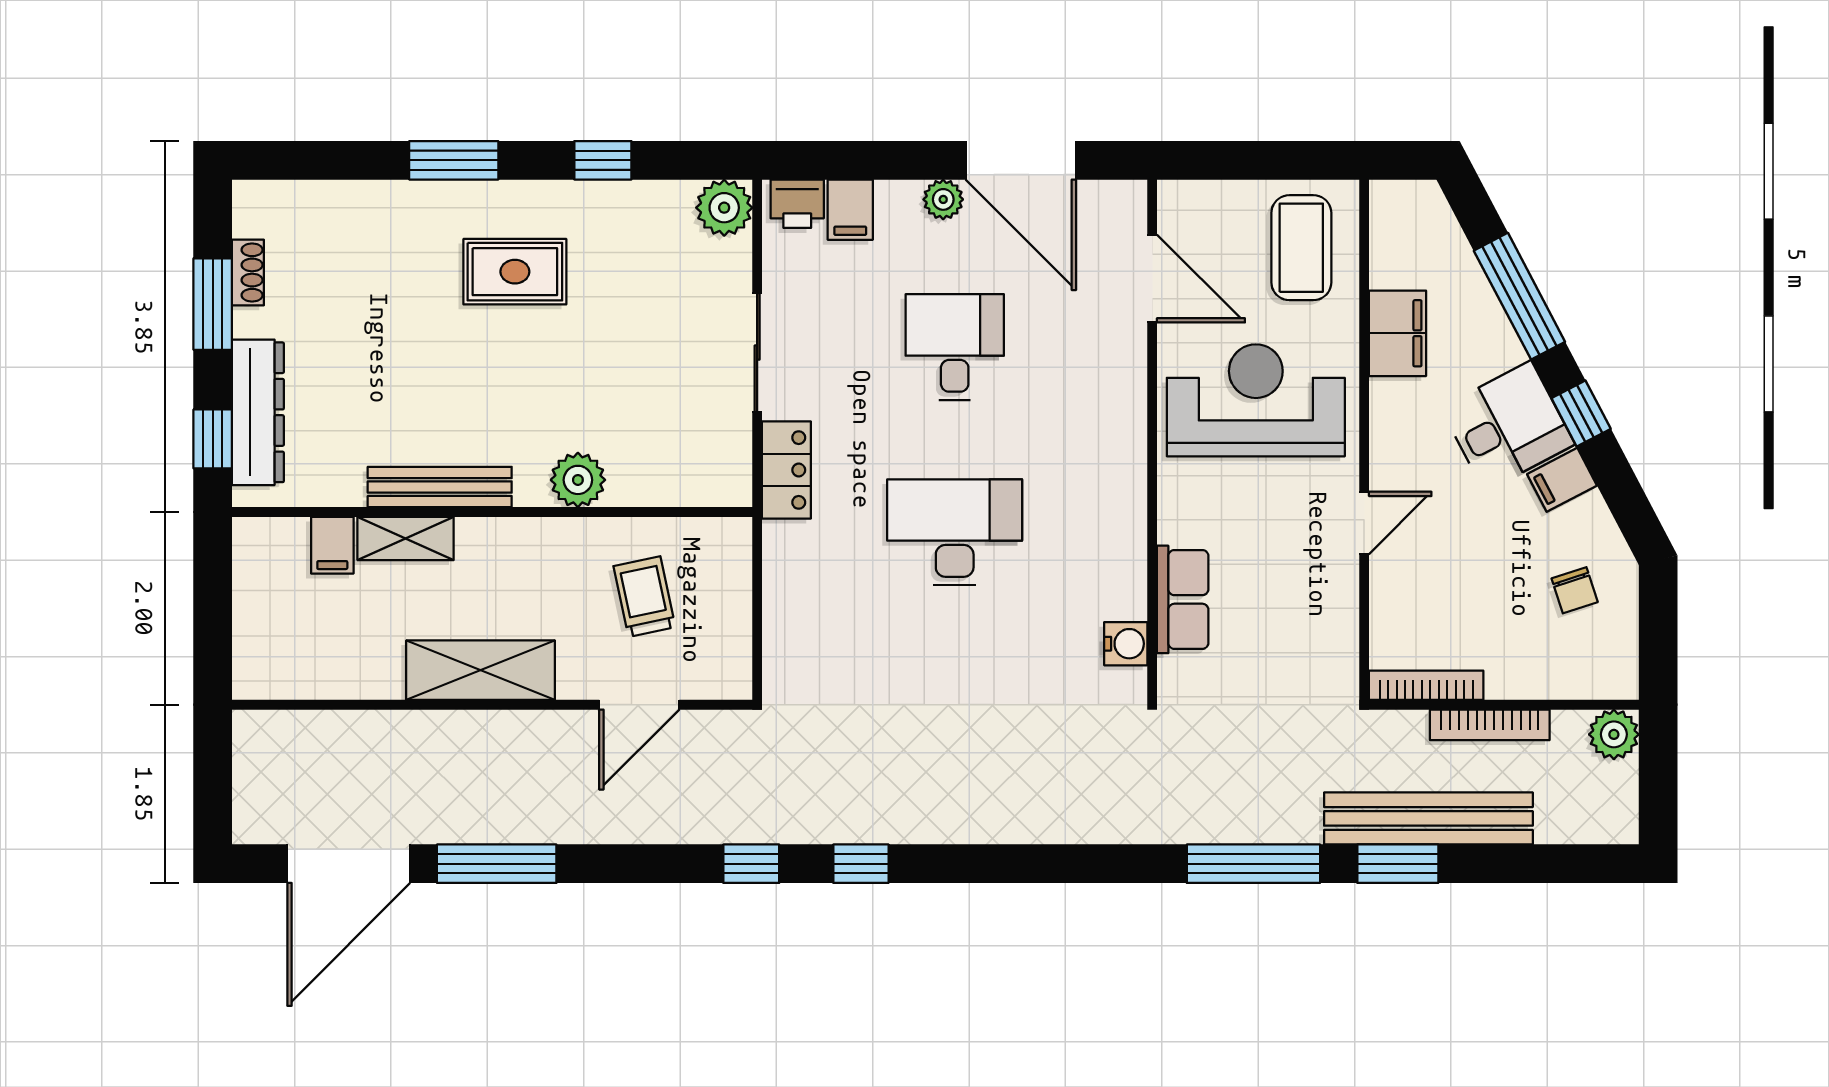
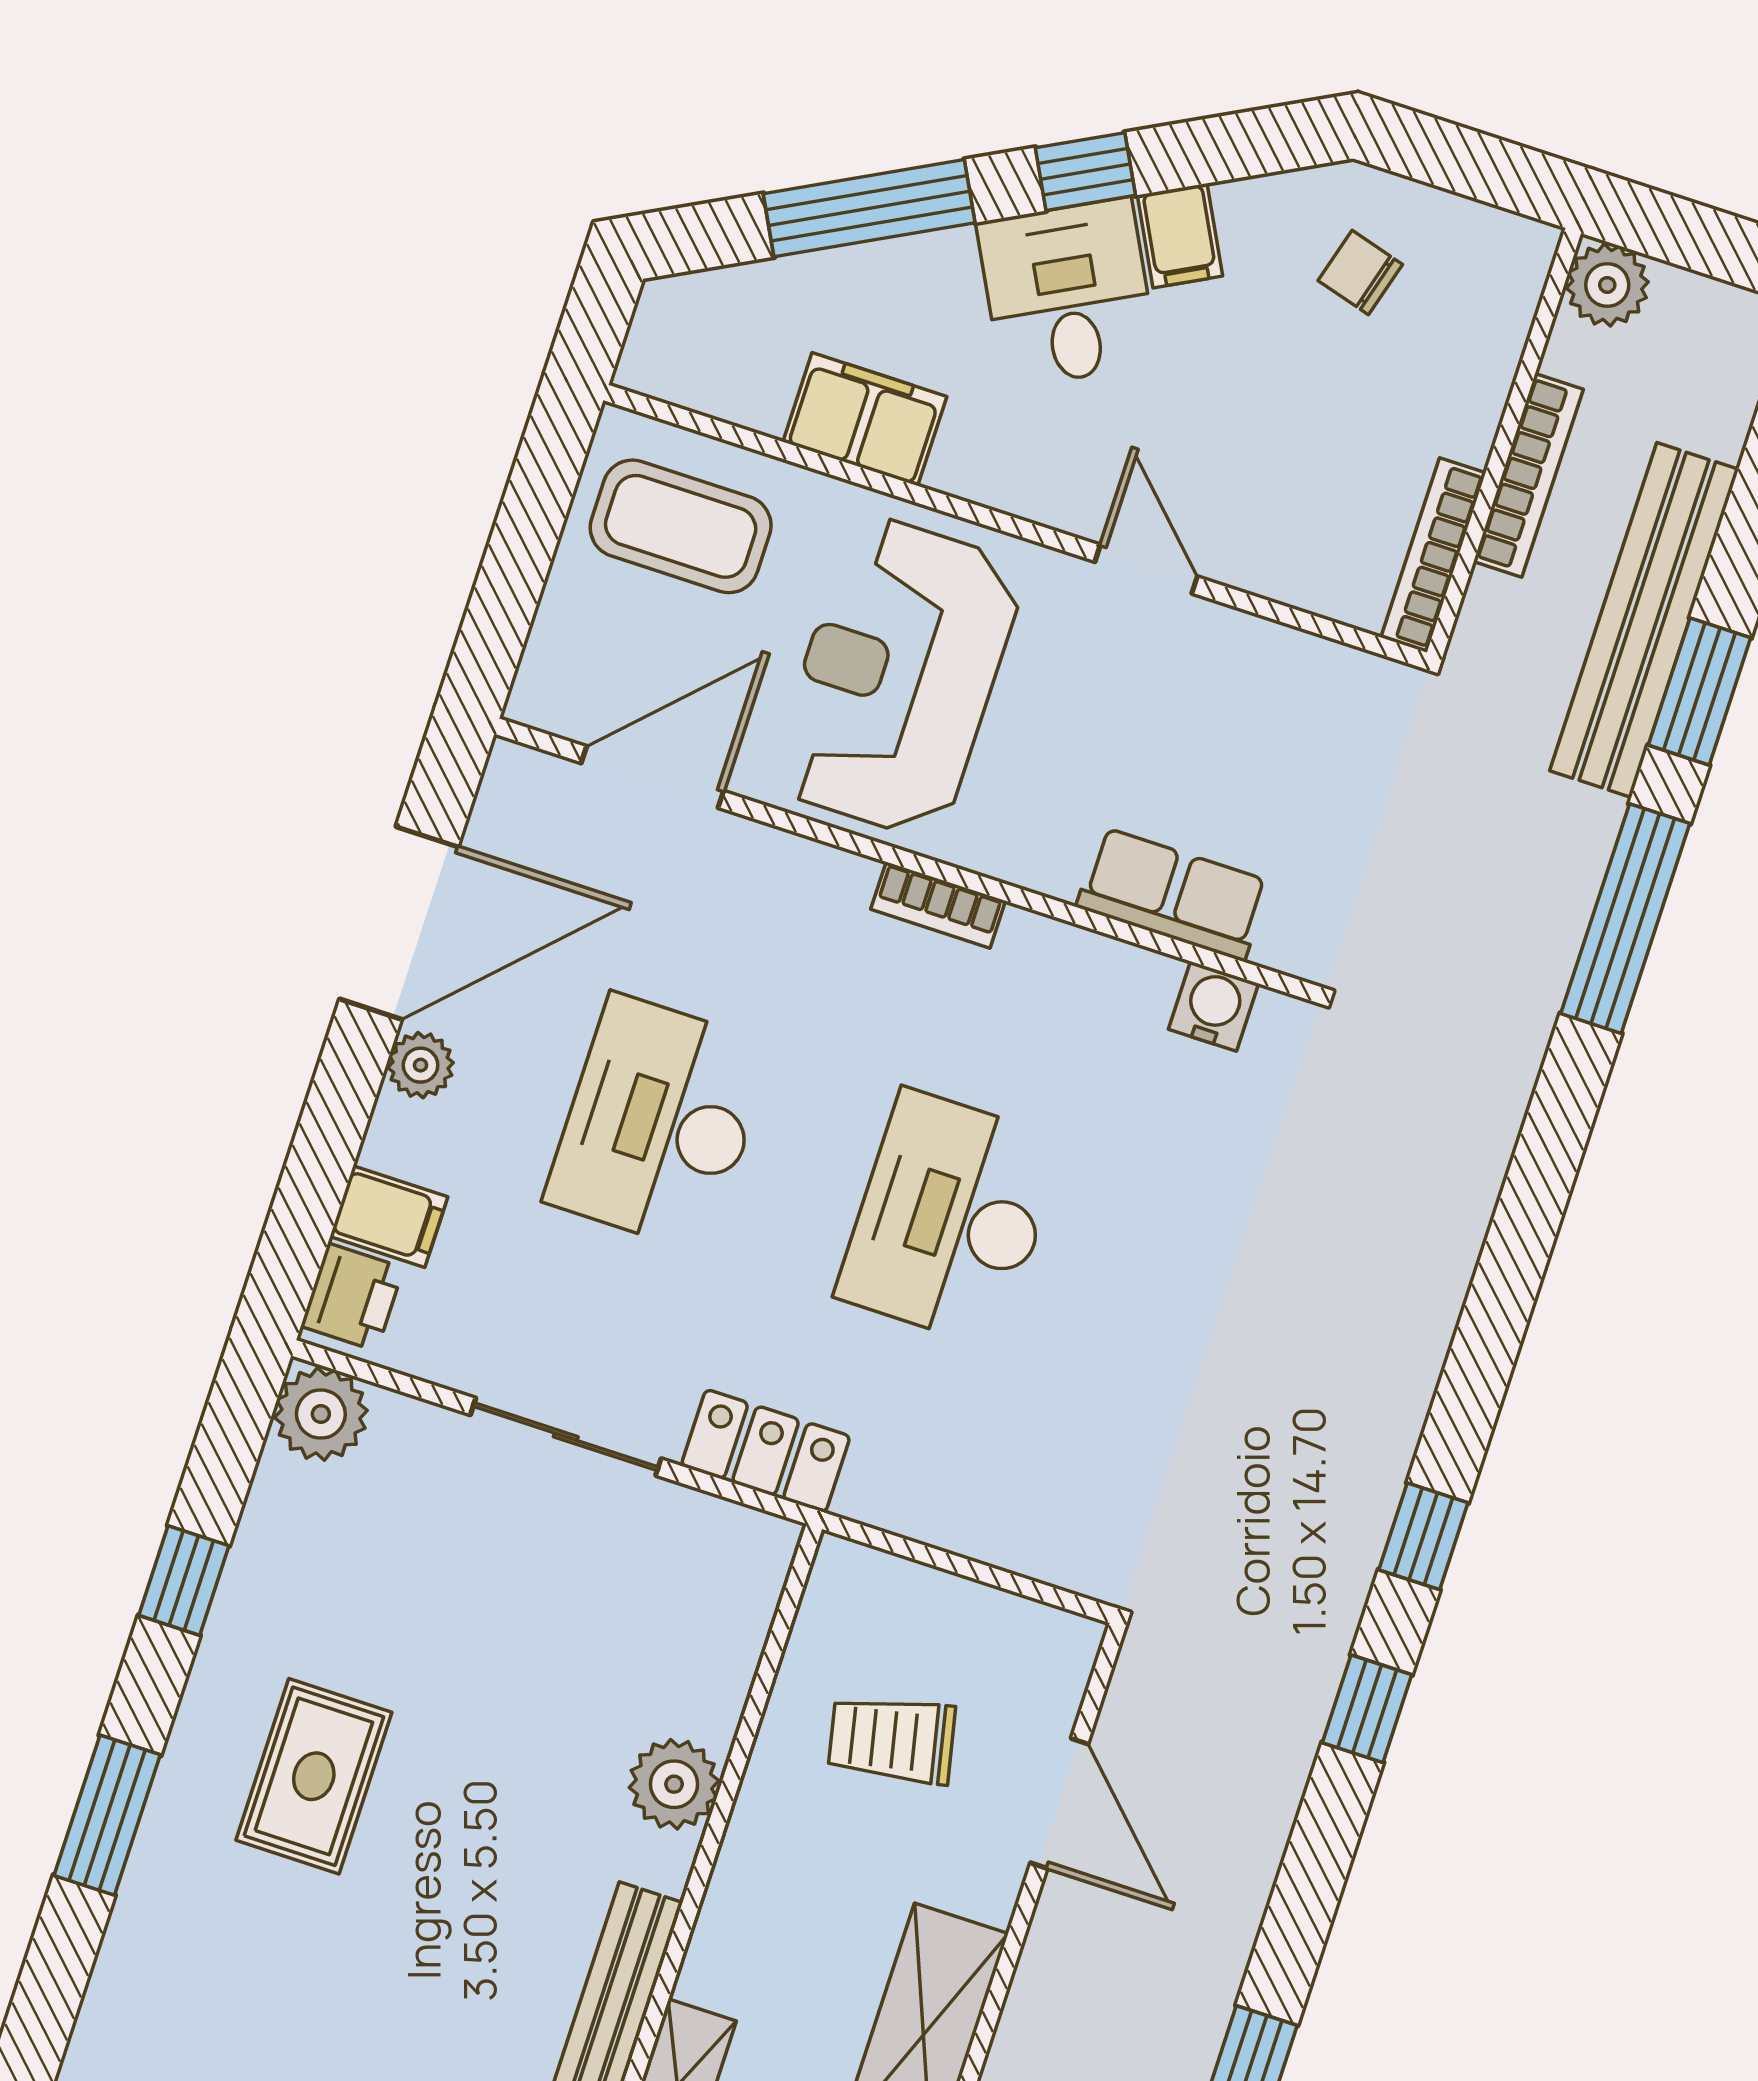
desk: (955, 347) -> (659, 1123), width x1.37
bookcase: (1132, 467) -> (938, 905), added
chair: (1575, 590) -> (1360, 273), turned -146

